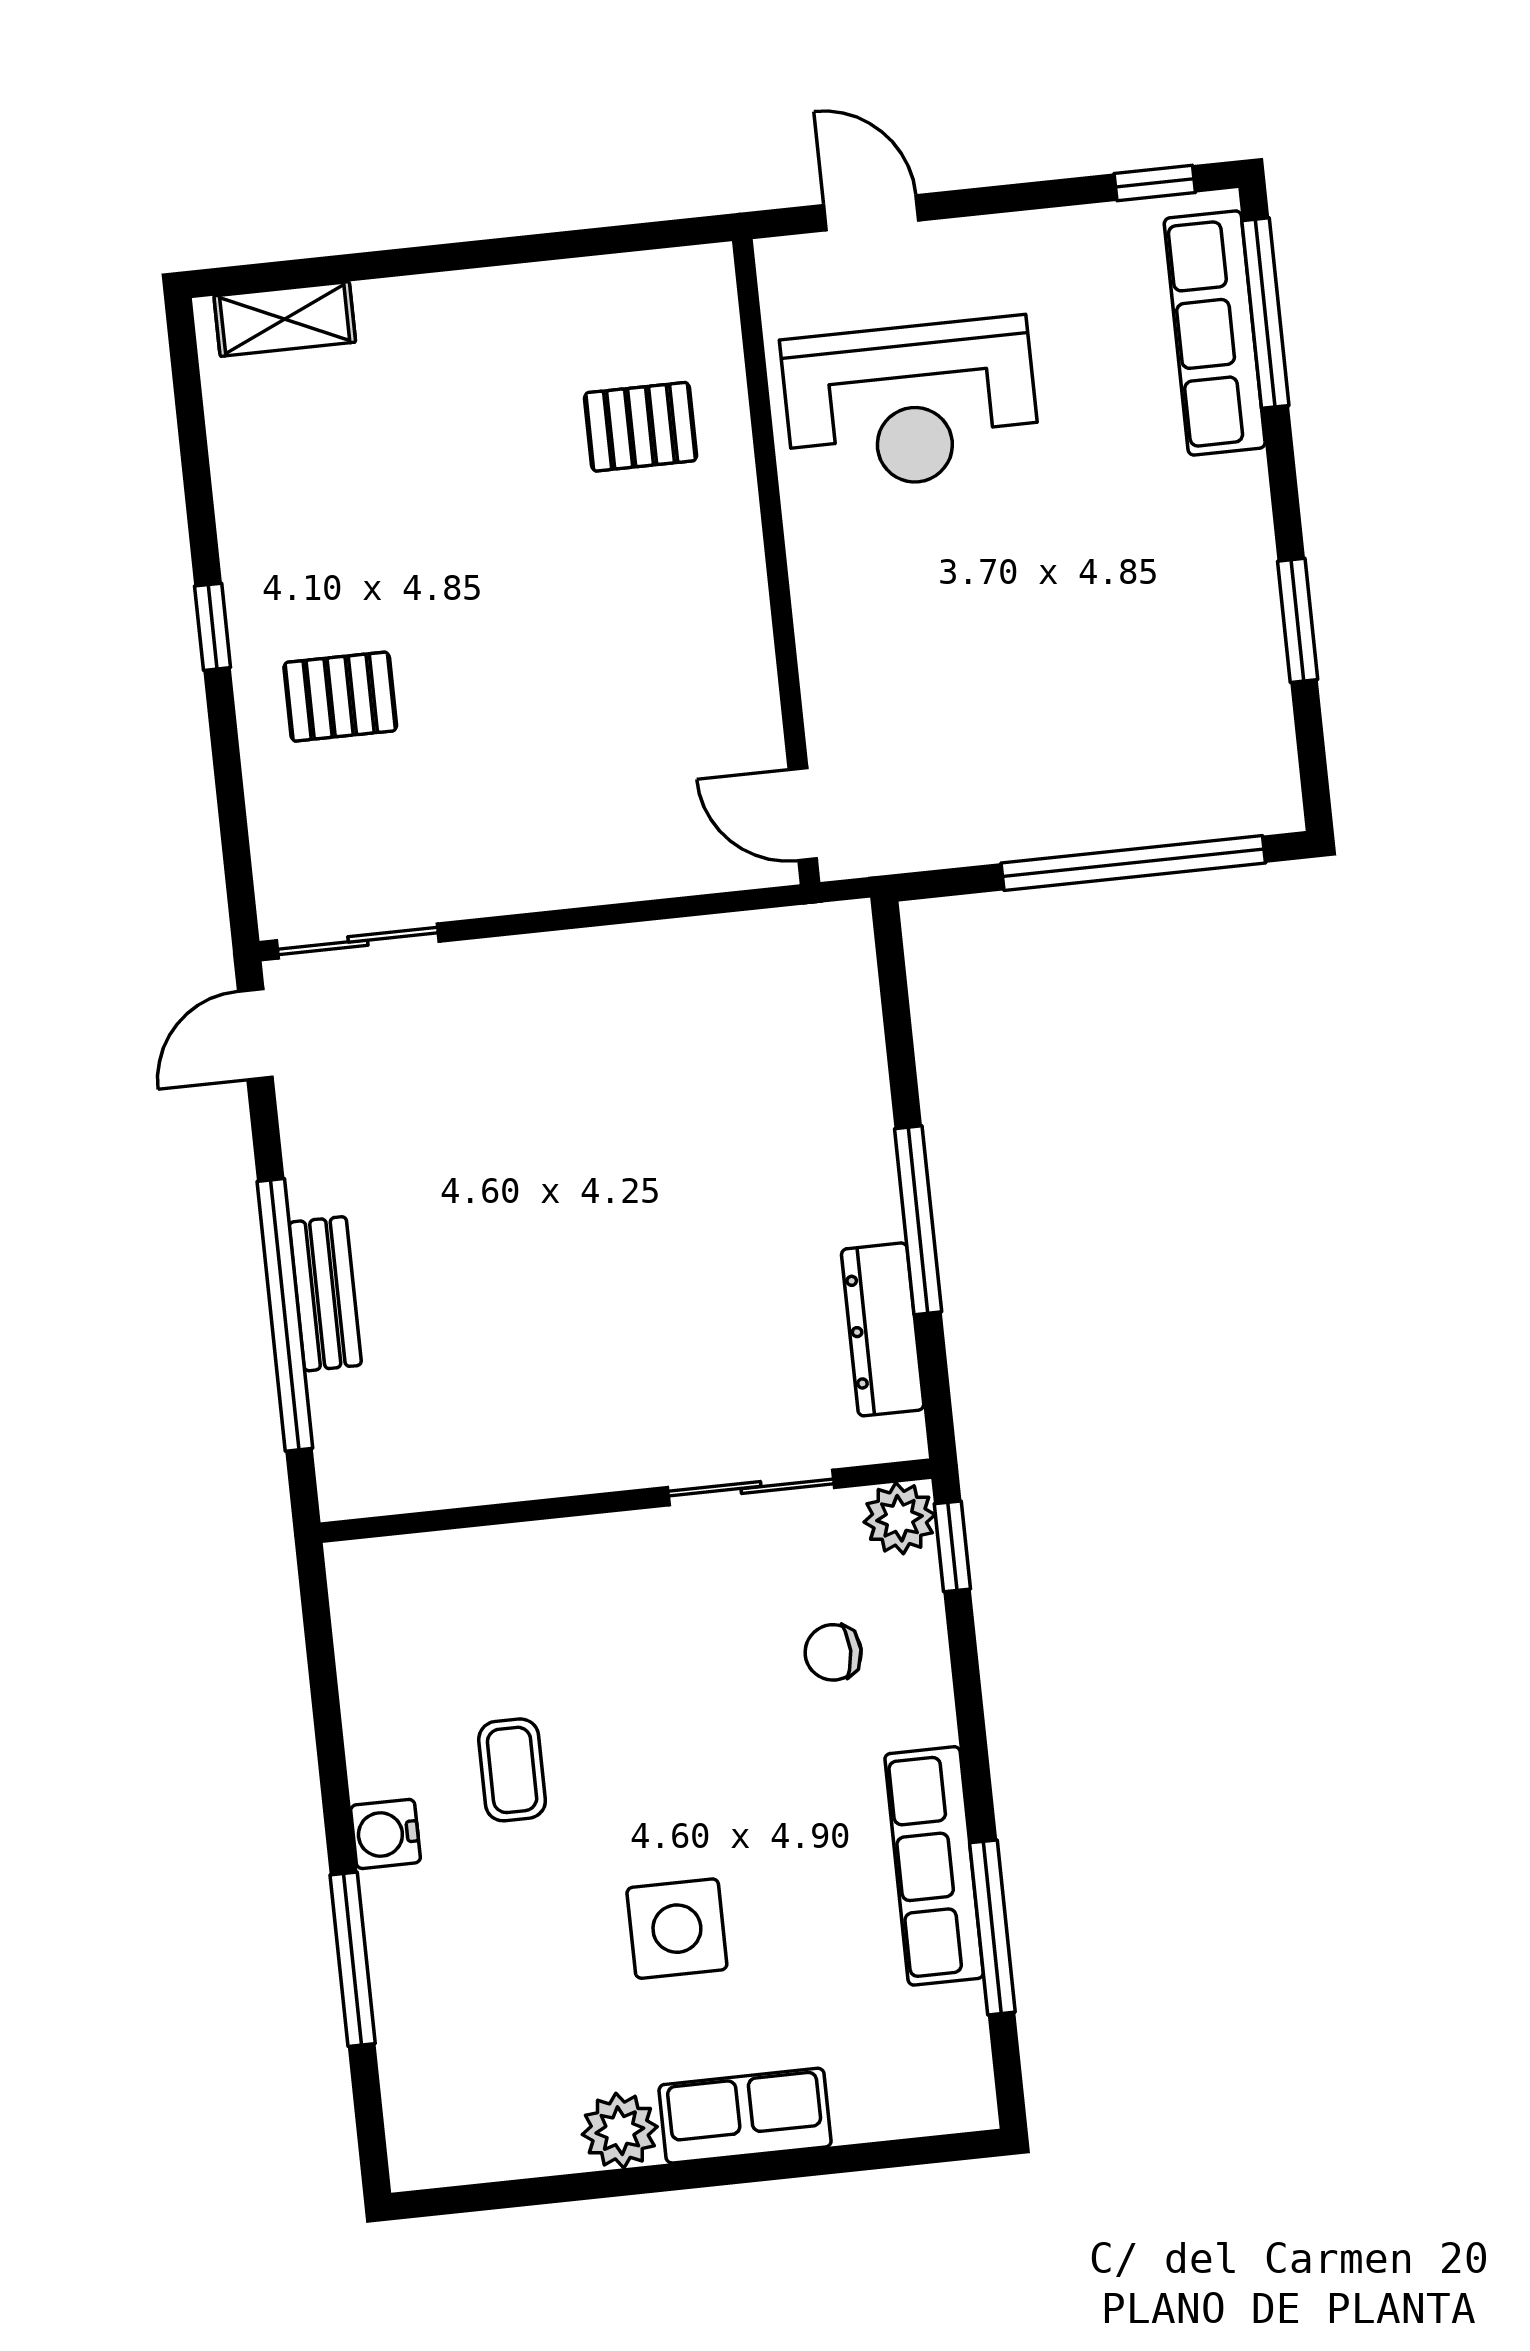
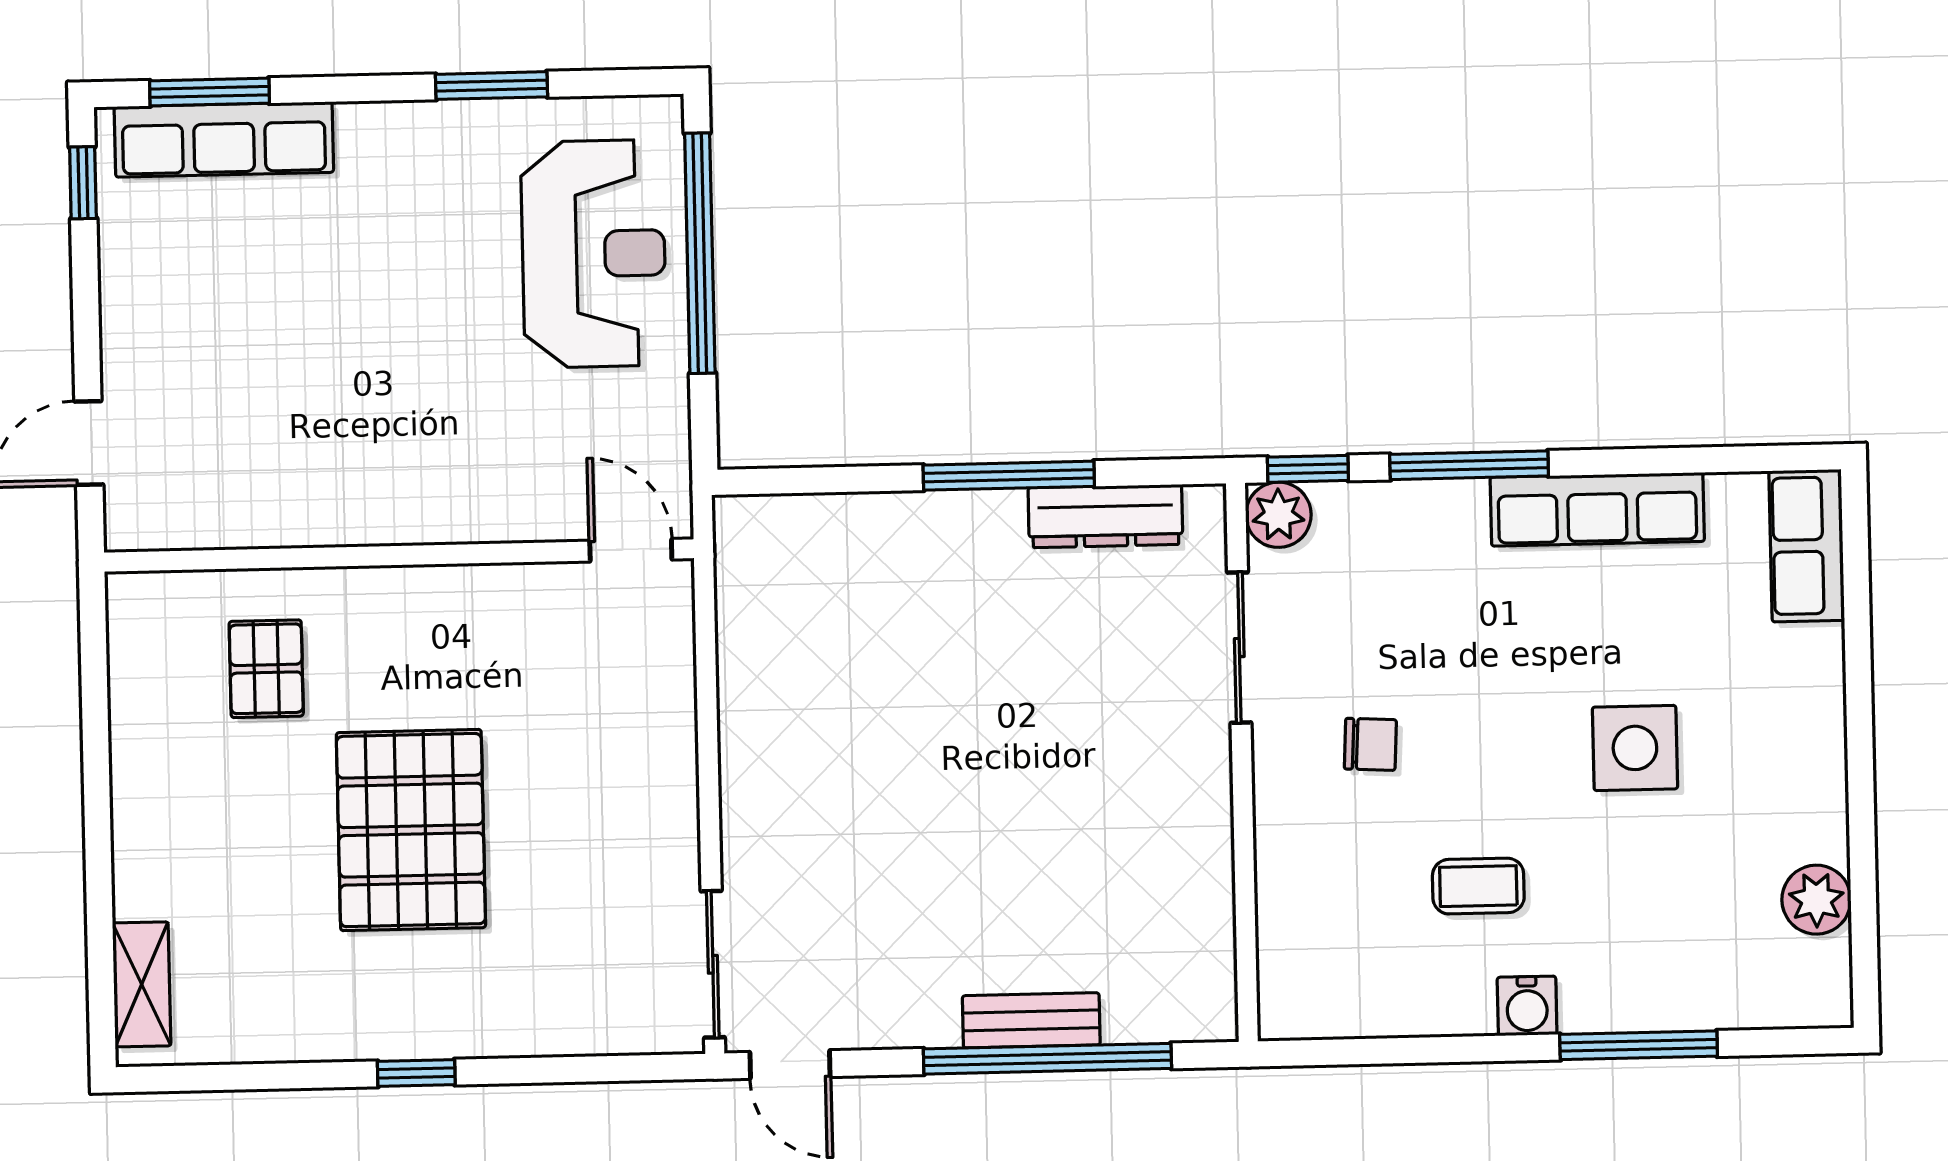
window: (1265, 313) -> (209, 92), width x0.69
reception desk: (911, 404) -> (594, 254), moved
pallet: (340, 697) -> (411, 830), moved, width x2.05, depth x2.00
door: (803, 814) -> (631, 550), swing flipped
chair: (833, 1652) -> (1370, 744), moved, turned -87
window: (992, 1927) -> (1469, 465), moved
row of seats: (745, 2116) -> (1807, 546), moved
plant: (620, 2131) -> (1816, 900), moved

